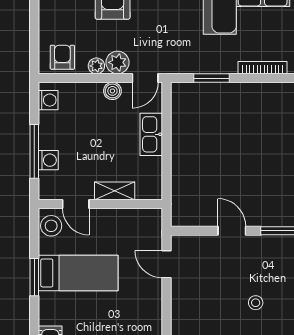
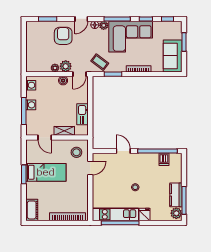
coffee table: (185, 54) -> (100, 62), added
armchair: (62, 57) -> (38, 64), removed
kitchen sink: (151, 134) -> (83, 114), moved
washing machine: (48, 160) -> (31, 105), moved
stool: (51, 226) -> (76, 152), moved
door: (166, 264) -> (90, 168), swing flipped

